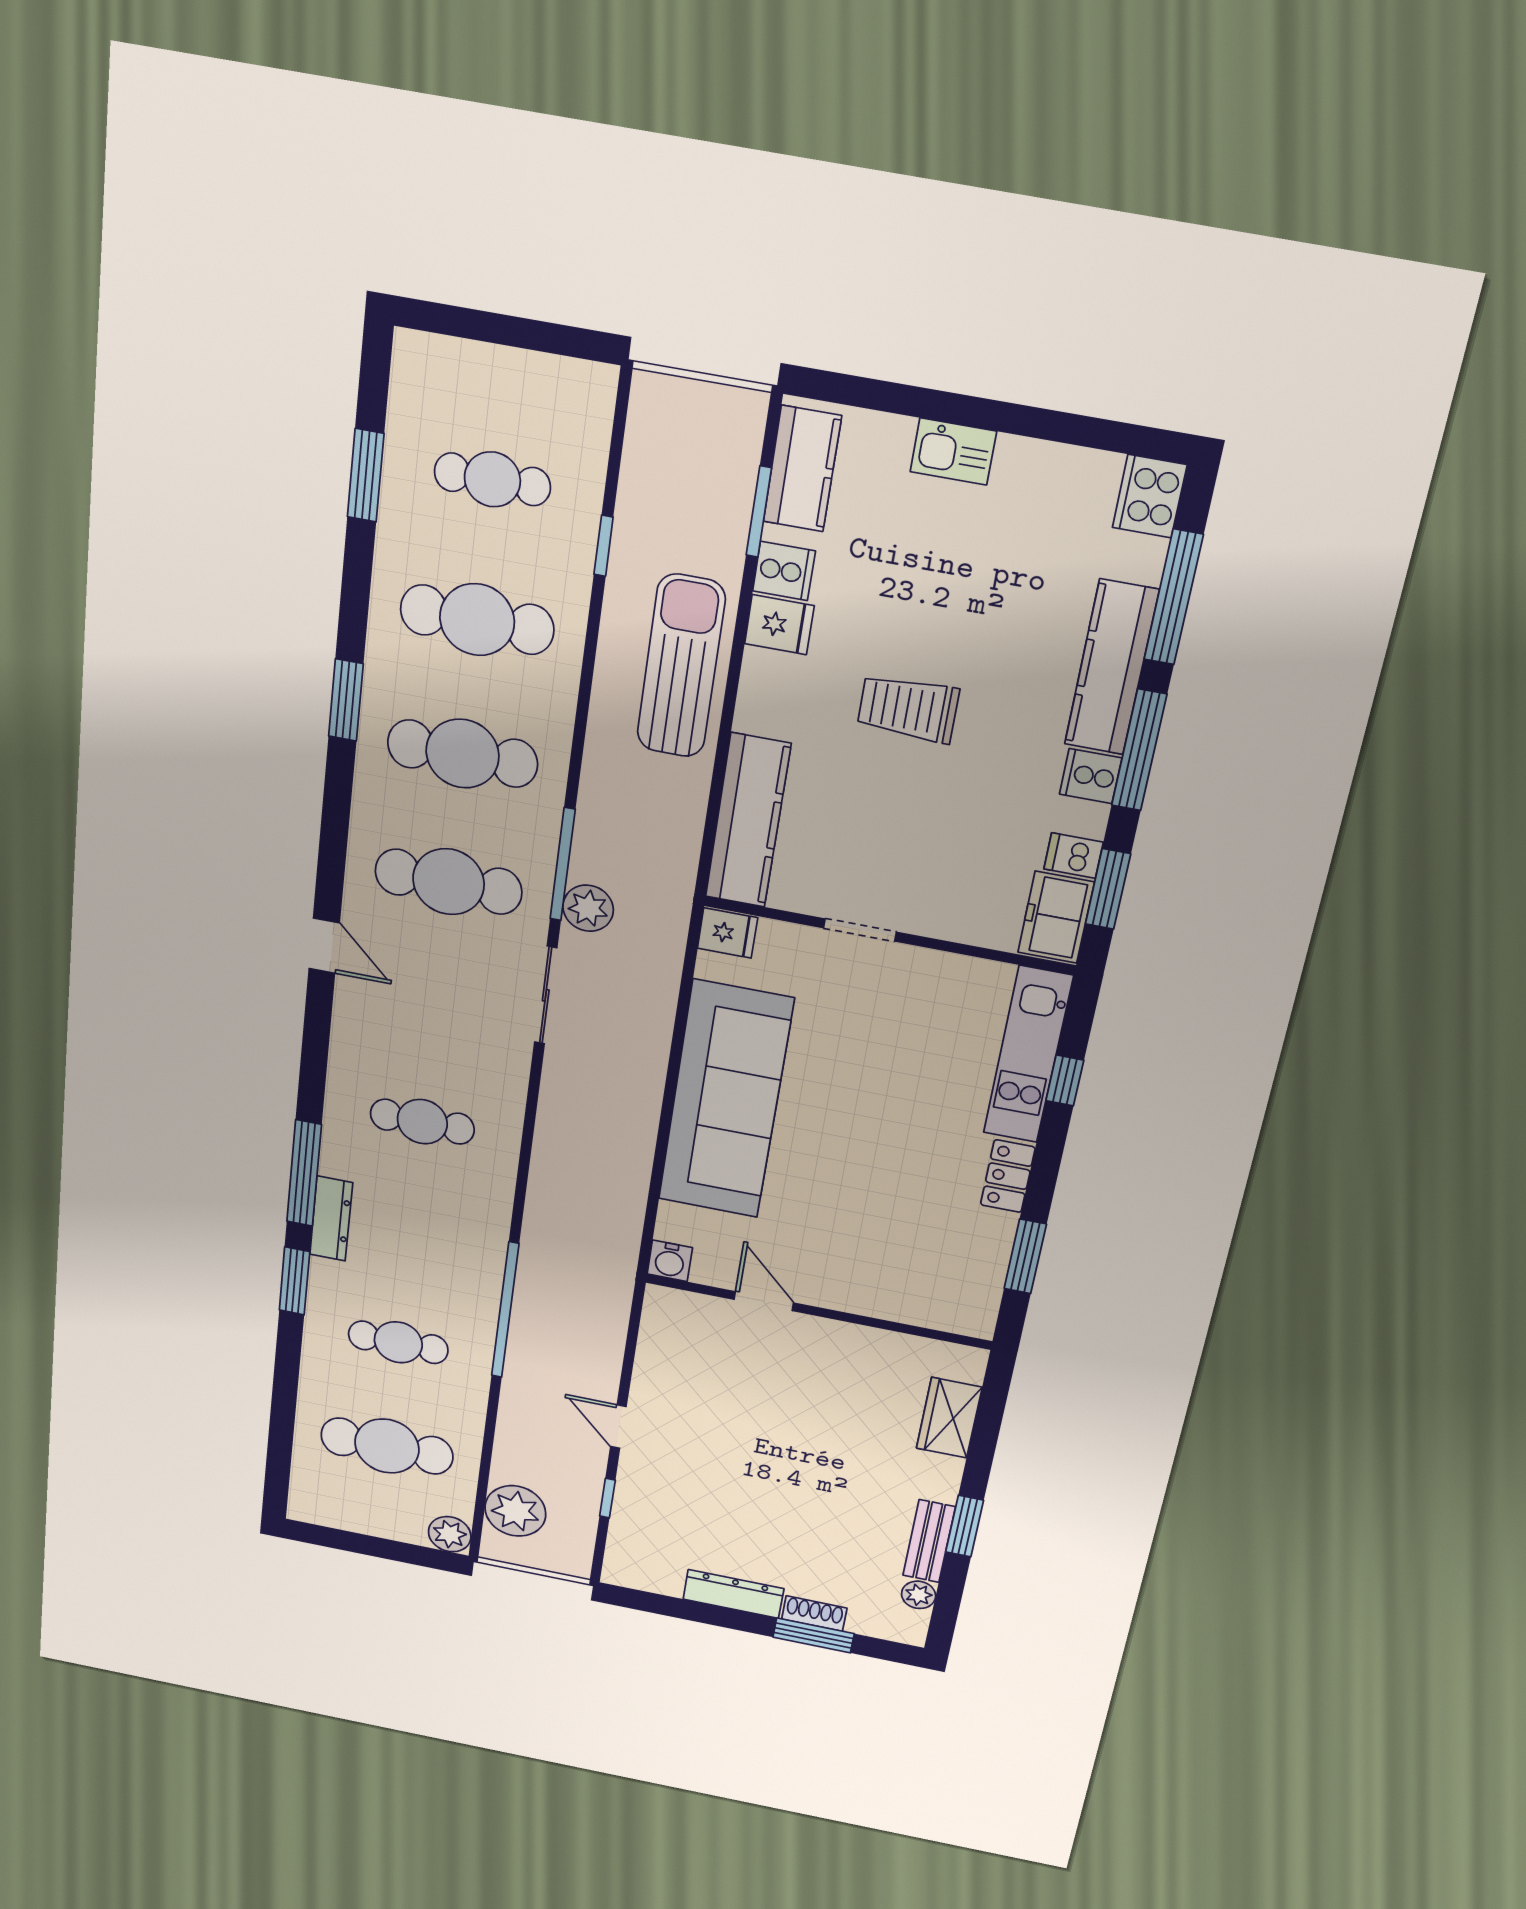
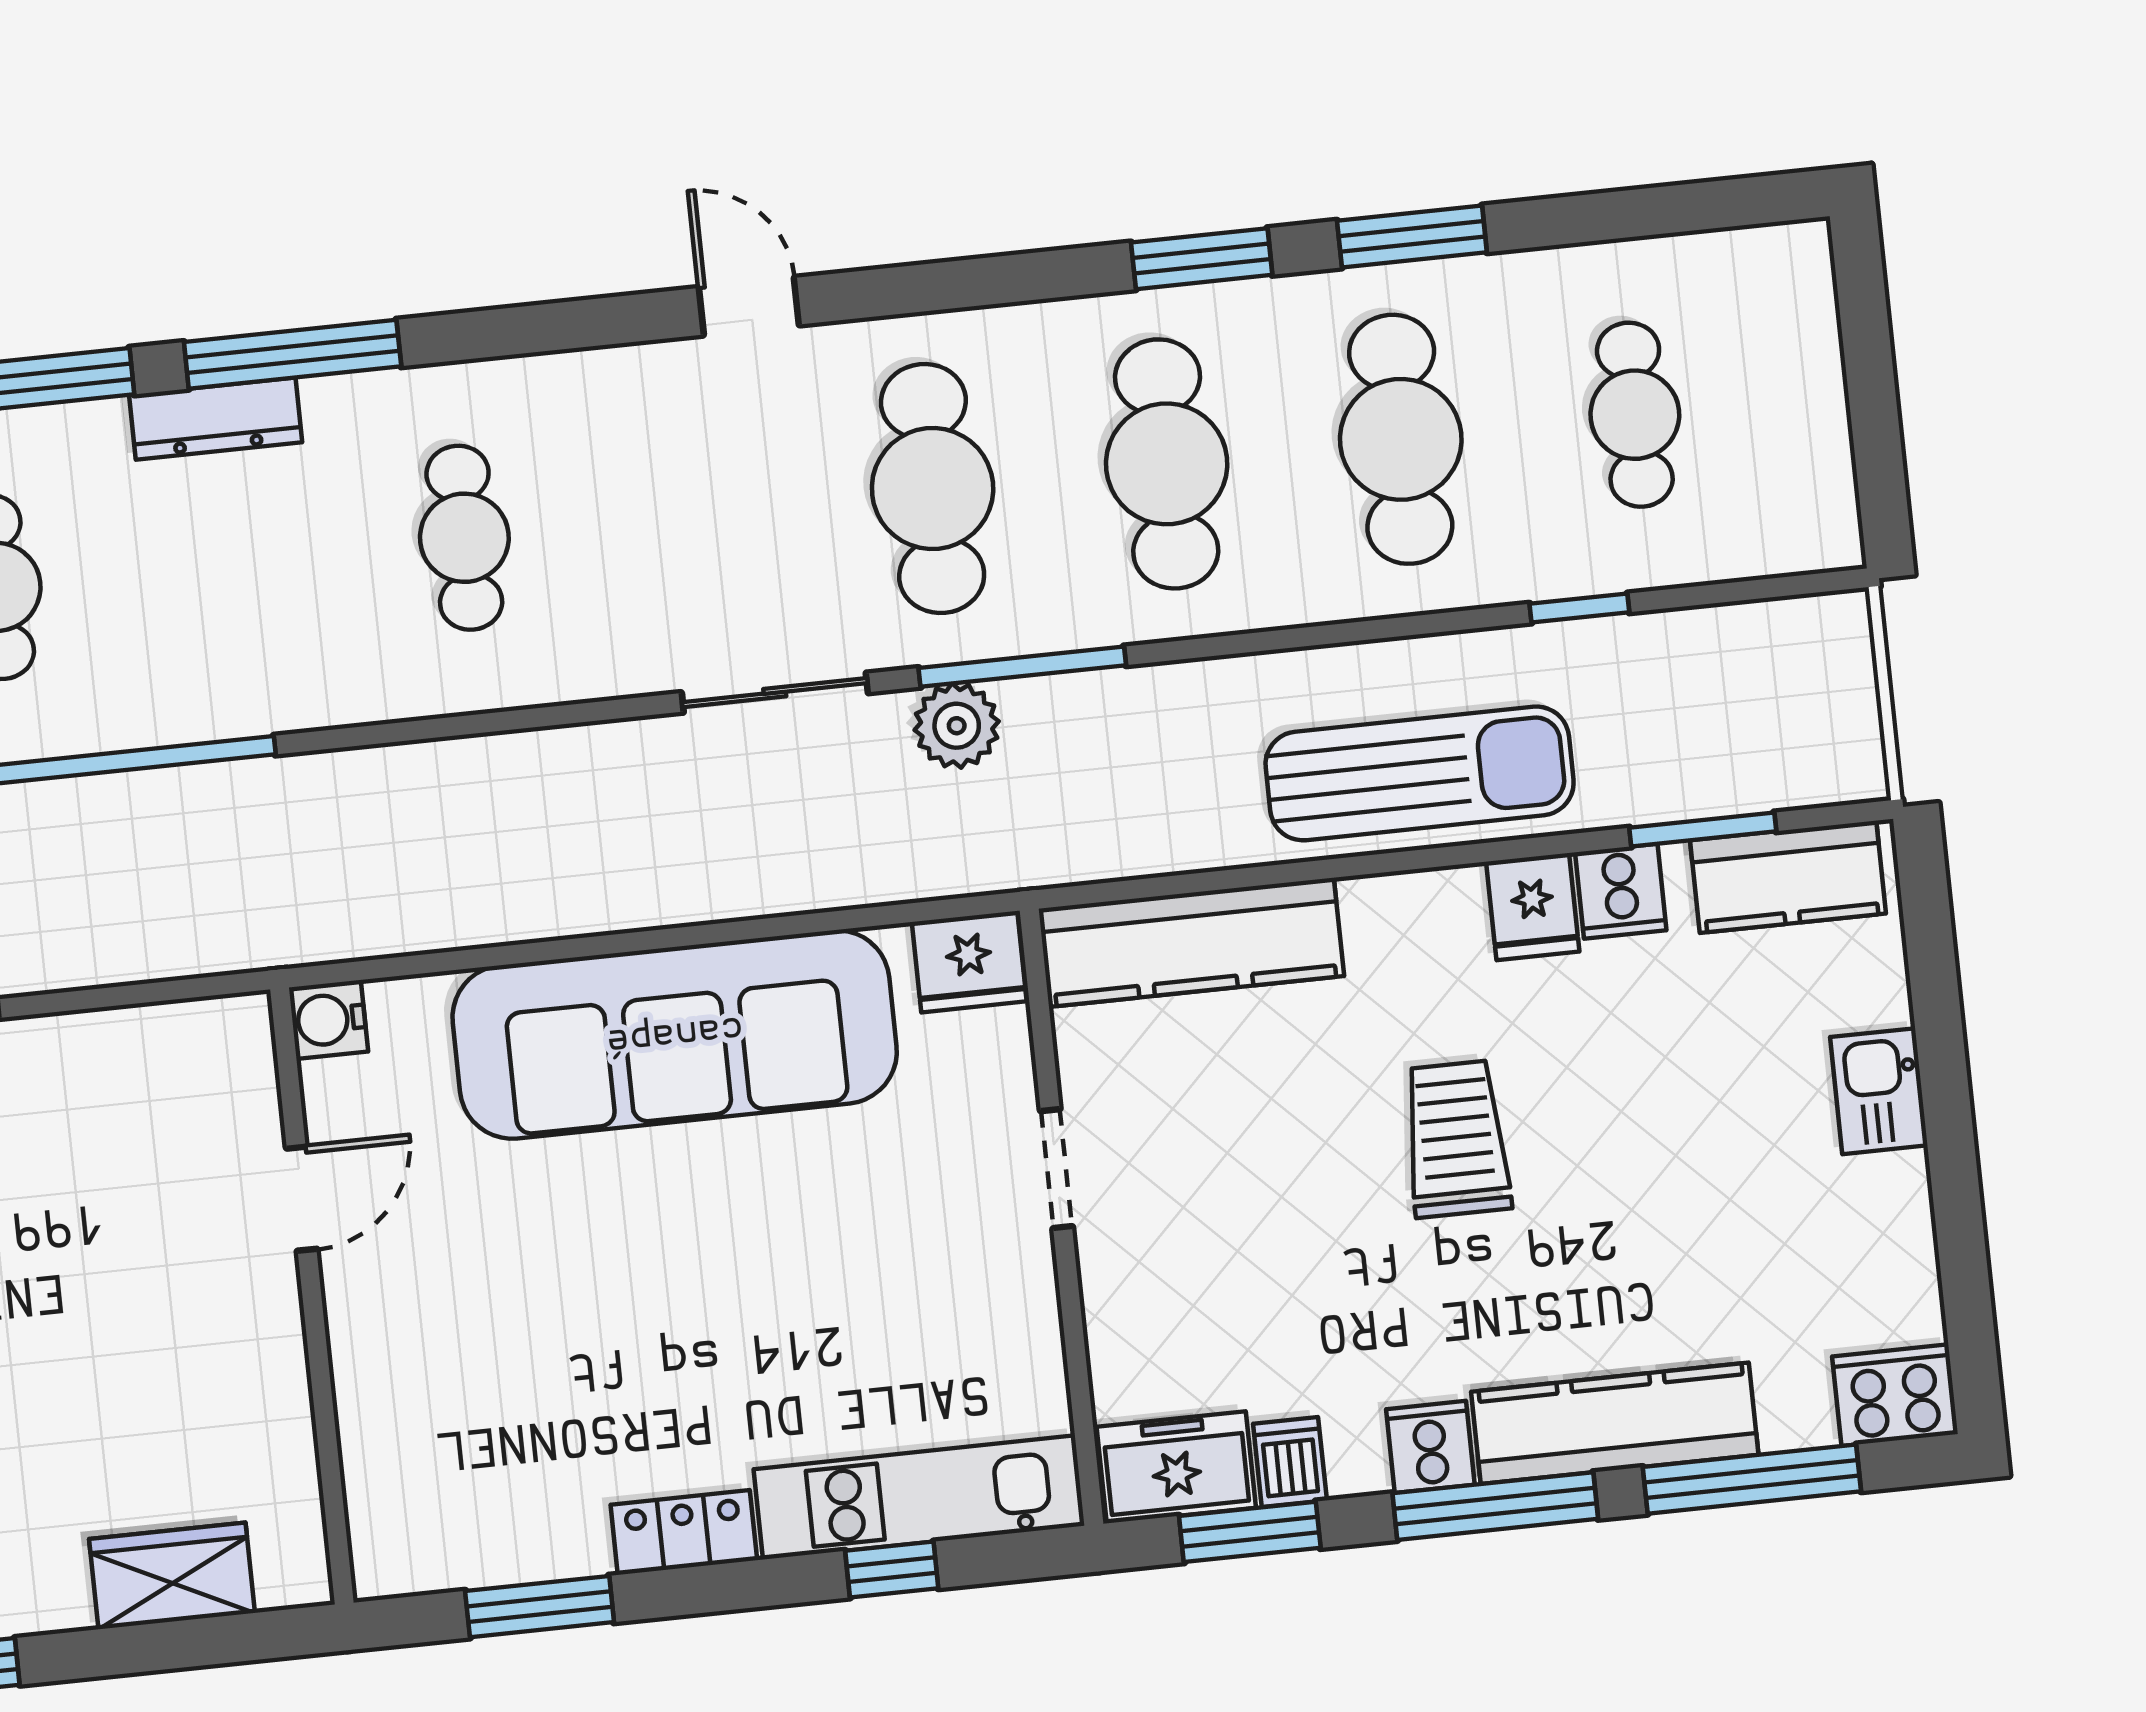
window: (366, 475) -> (1412, 237), moved
fridge: (728, 933) -> (969, 962), width x1.38
door: (324, 946) -> (749, 306), swing flipped

